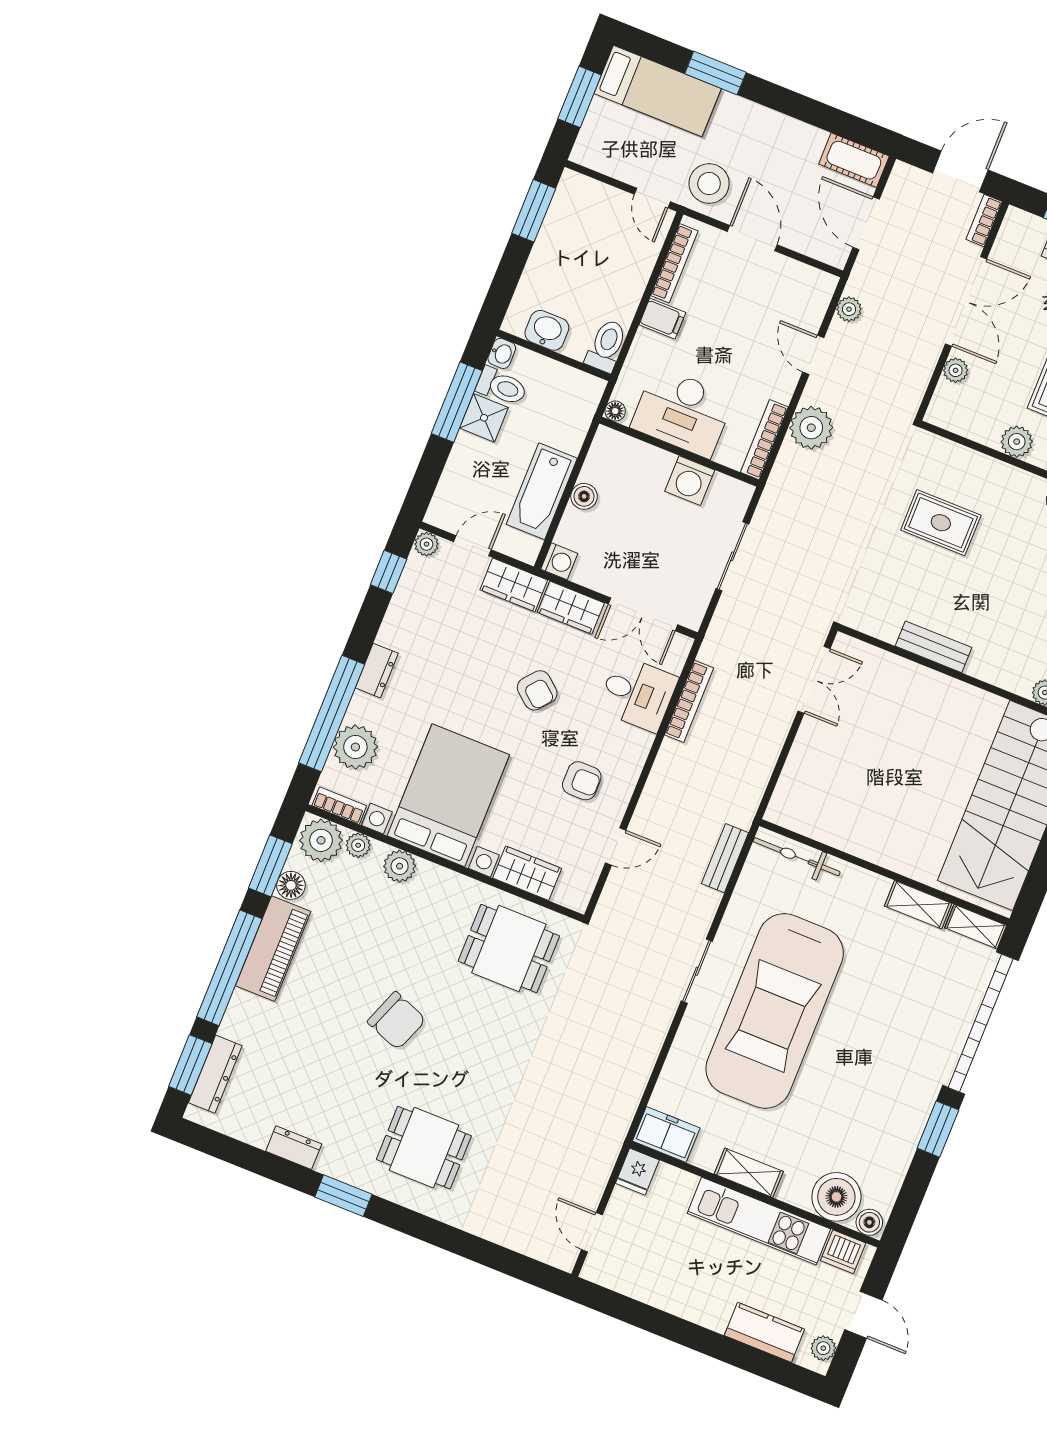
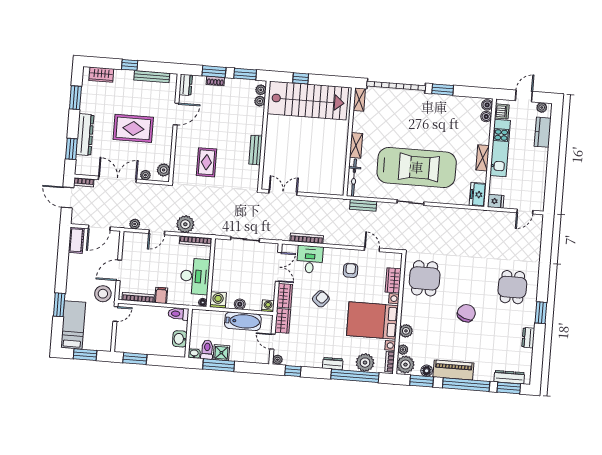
plant: (1017, 442) -> (164, 170), moved
washing machine: (690, 481) -> (218, 300), moved, turned -90
shelving: (918, 905) -> (356, 145), moved
boiler: (836, 1197) -> (486, 117), width x0.54, depth x0.54

